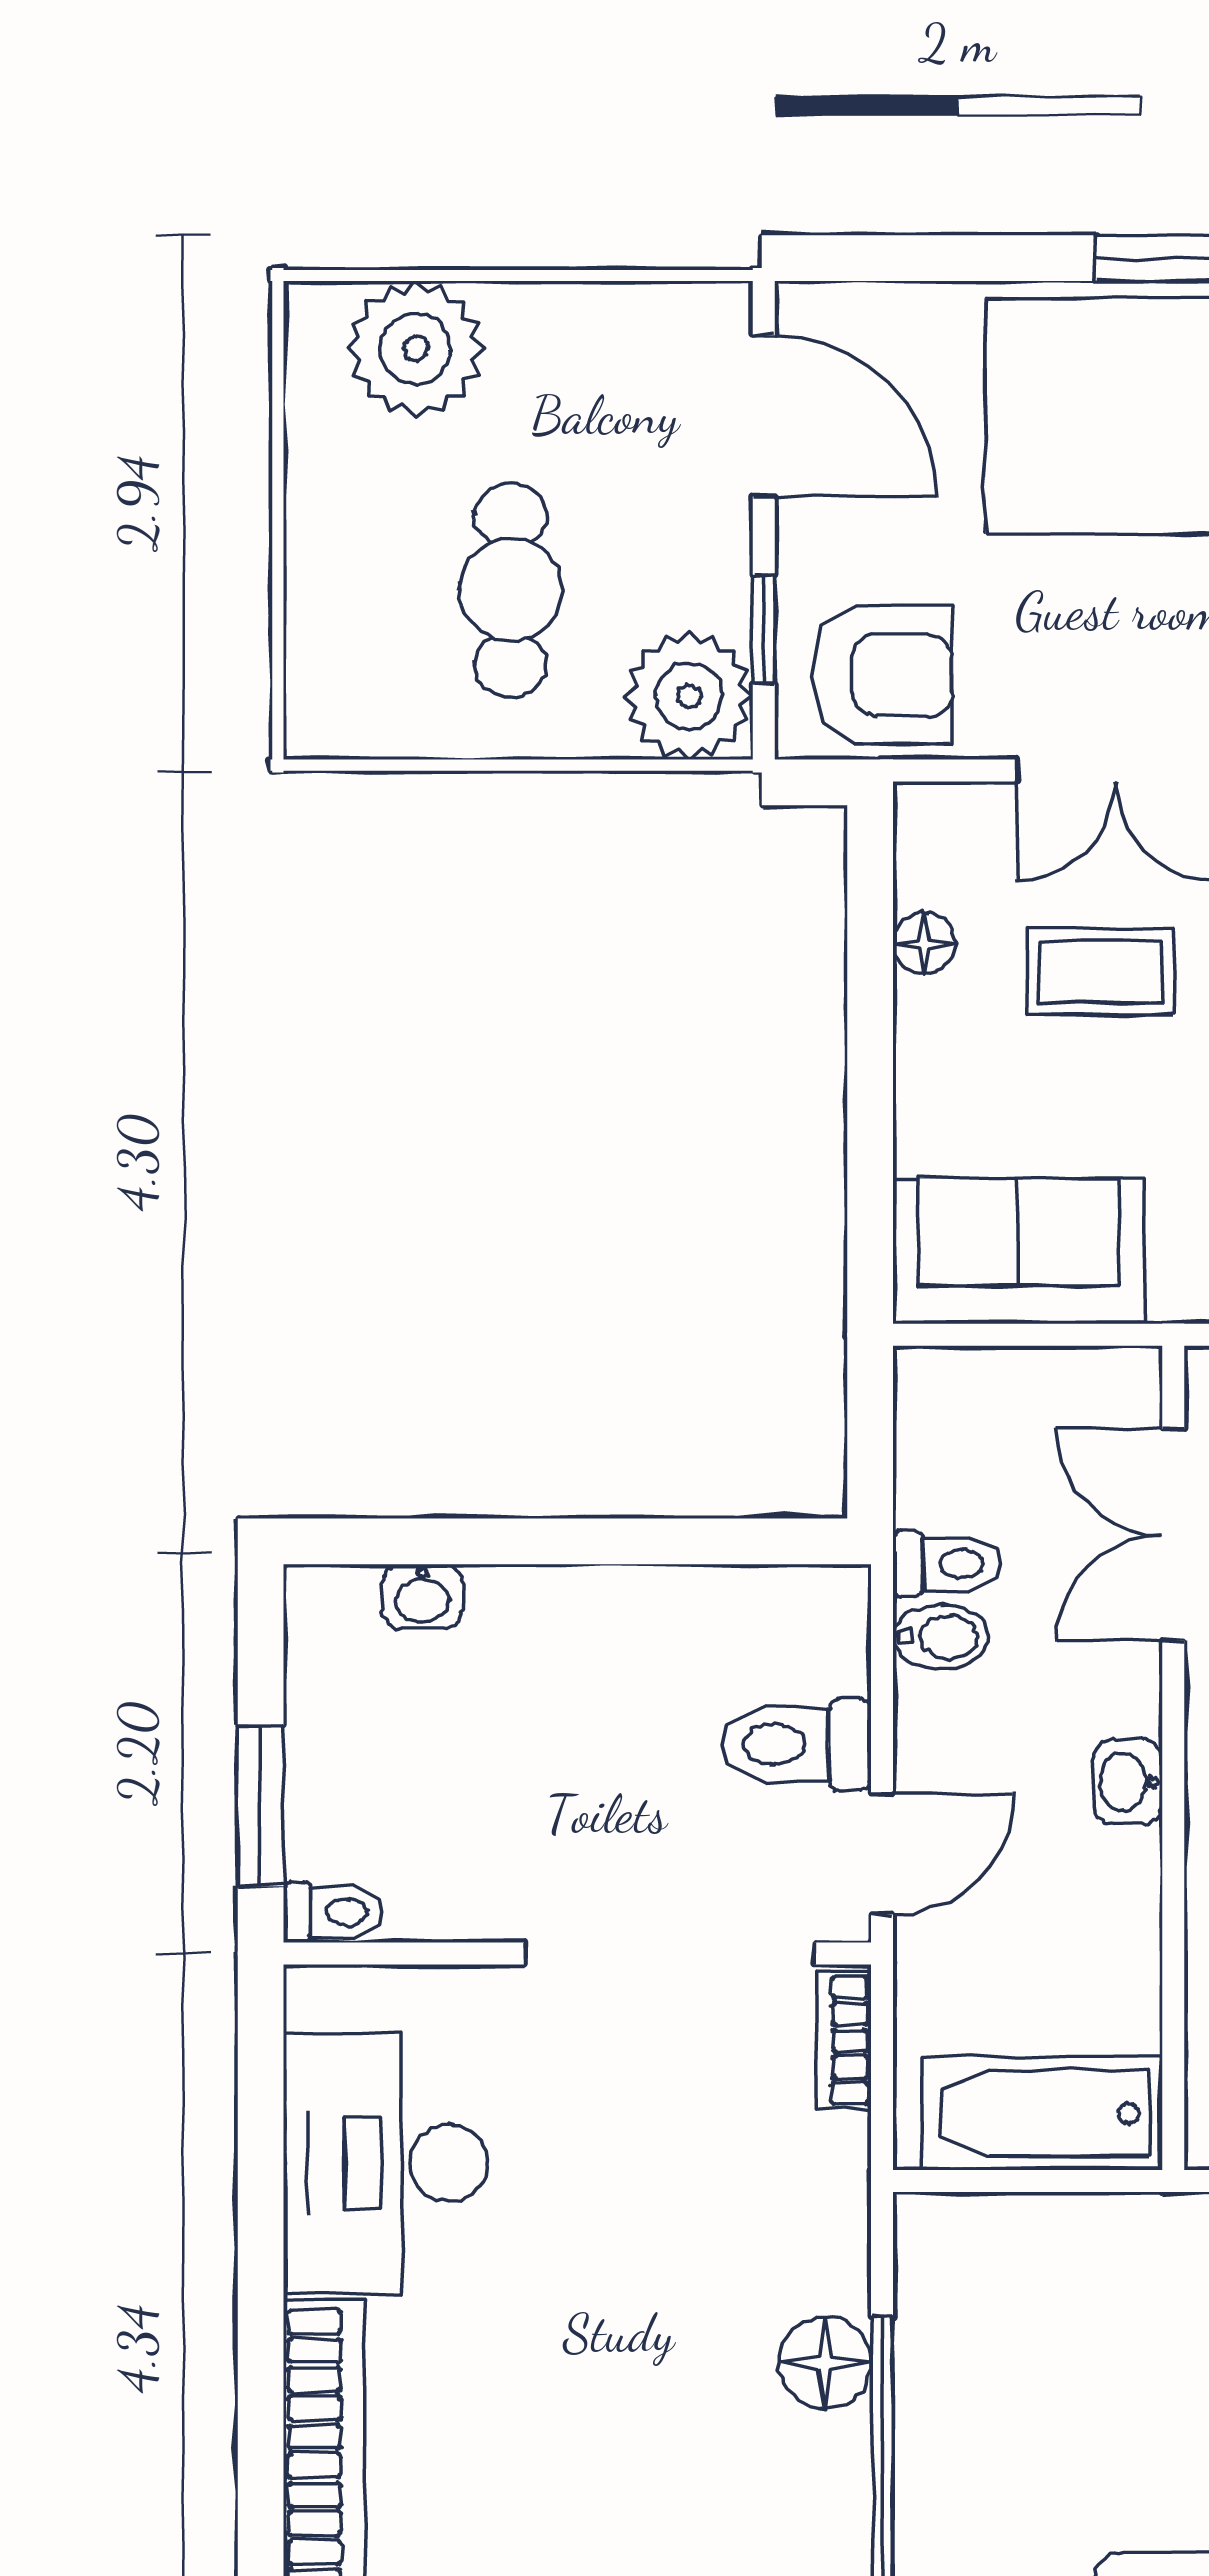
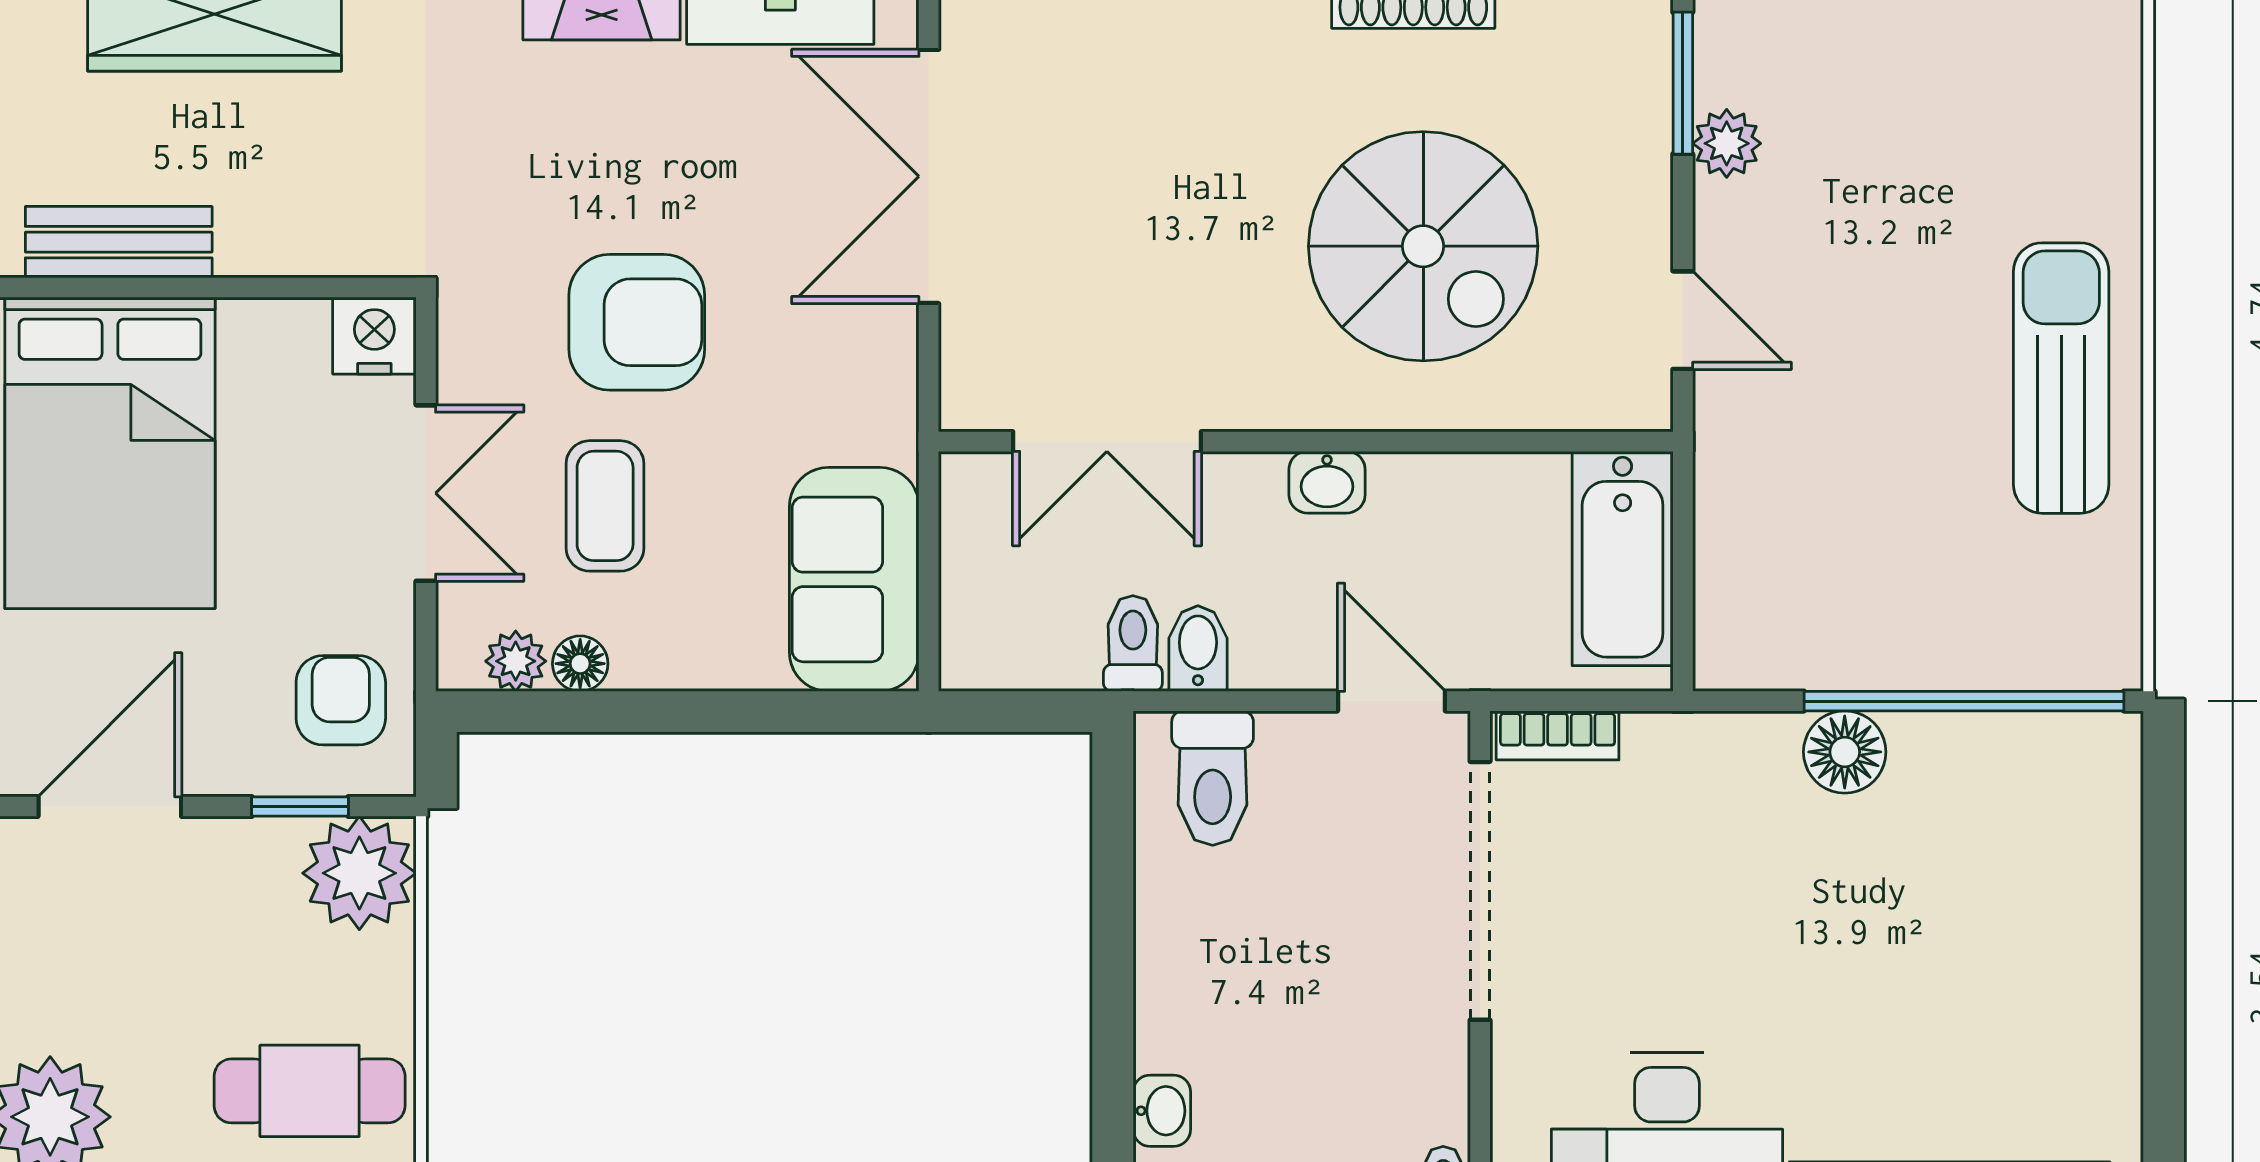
cafe table: (511, 590) -> (310, 1091), moved
armchair: (883, 675) -> (341, 700), width x0.72, depth x0.72
plant: (927, 871) -> (516, 661), added
toilet: (796, 1744) -> (1213, 778), moved

